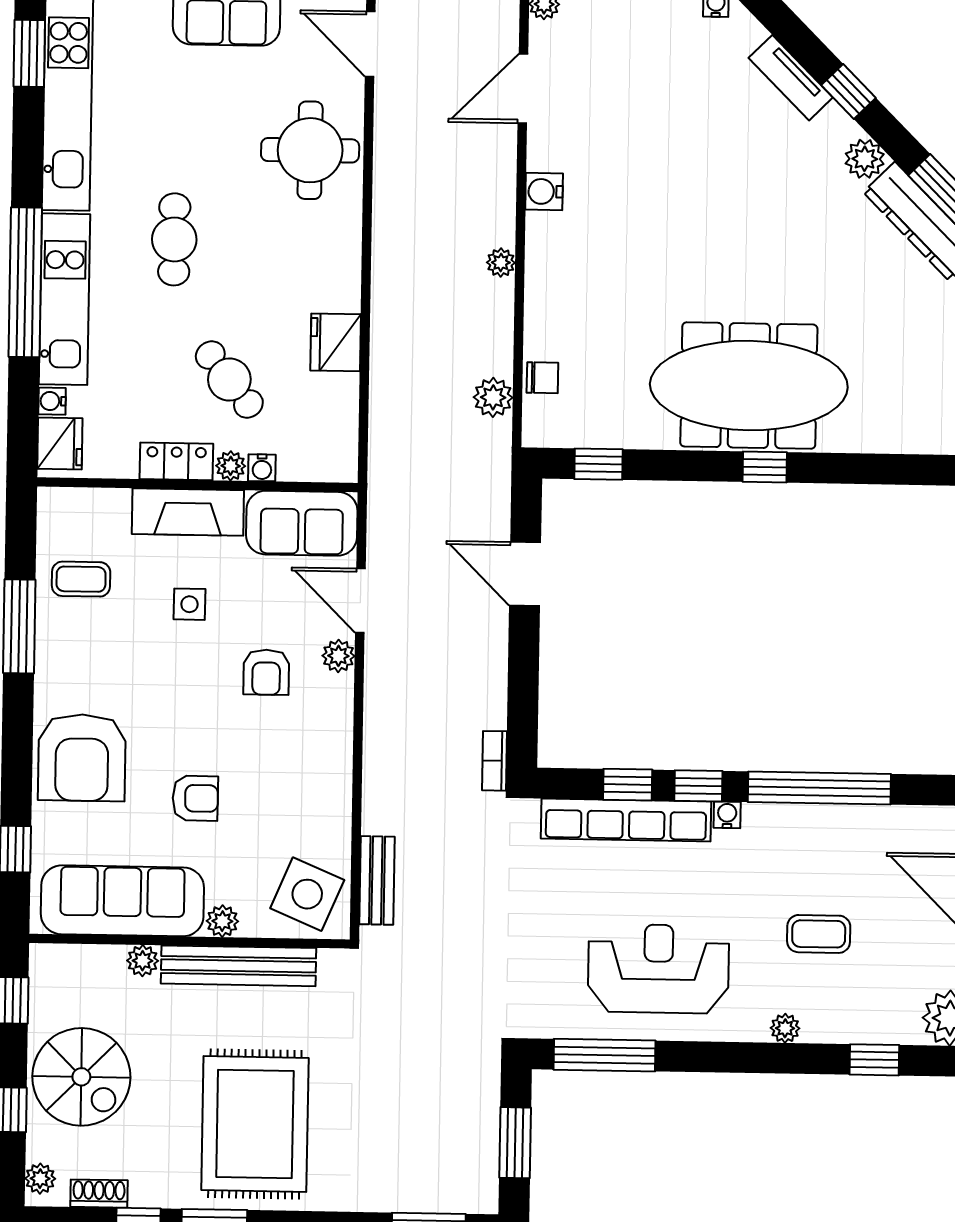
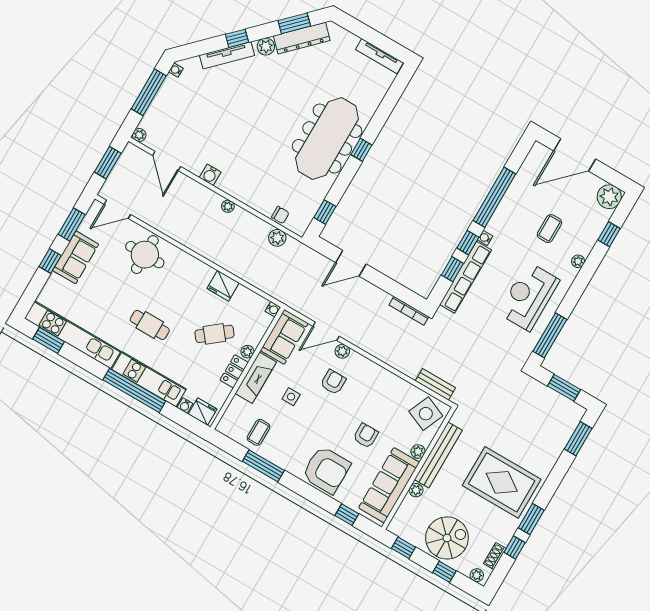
tv unit: (791, 78) -> (227, 55), width x1.41
chair: (542, 378) -> (280, 215), turned 90
water cooler: (262, 468) -> (273, 309), moved
armchair: (266, 672) -> (333, 382), turned -90
bookcase: (495, 761) -> (409, 311), width x1.56

